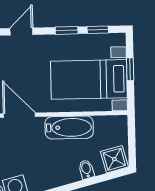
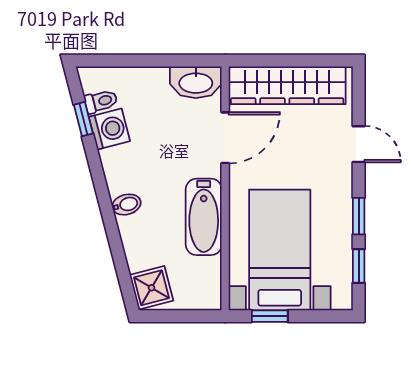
window: (130, 69) -> (270, 316), moved
bidet: (86, 169) -> (126, 205), moved

